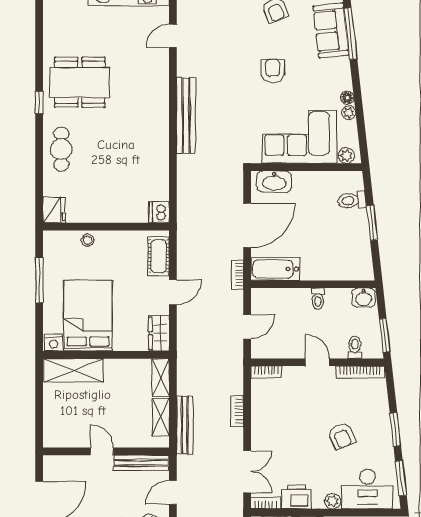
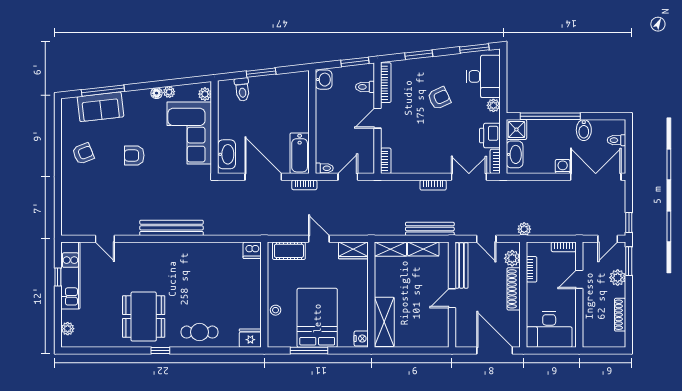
toilet: (318, 299) -> (324, 168), moved
bed: (88, 316) -> (317, 318), moved, turned 90
door: (247, 327) -> (348, 177), hinge flipped
bookcase: (237, 411) -> (433, 185), moved
window: (395, 429) -> (419, 55), moved

